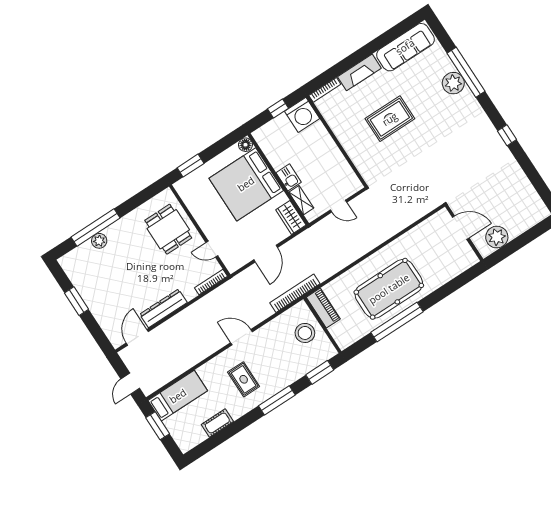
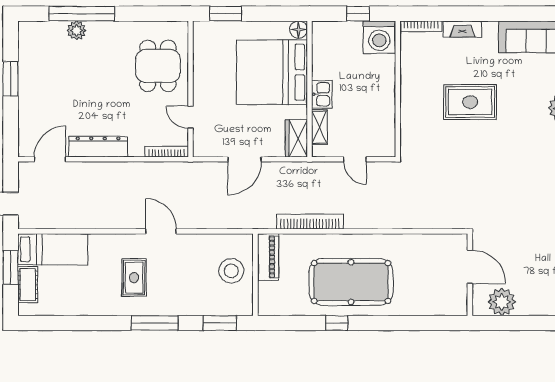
fireplace: (359, 72) -> (462, 29), width x0.73, depth x0.76
bookcase: (295, 293) -> (310, 222), moved
window: (397, 322) -> (337, 323), width x0.32
cot: (217, 423) -> (28, 285), moved, turned 90

